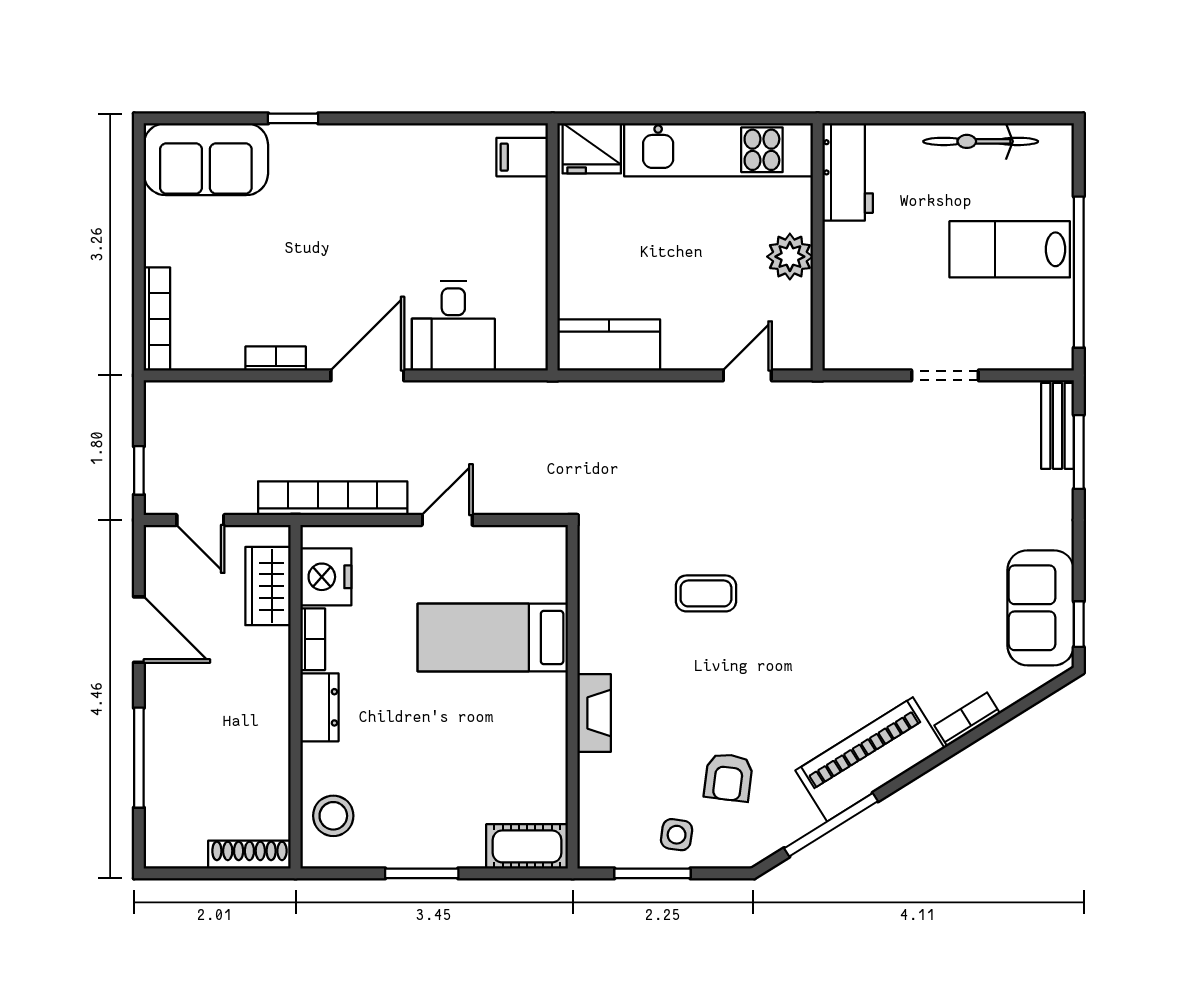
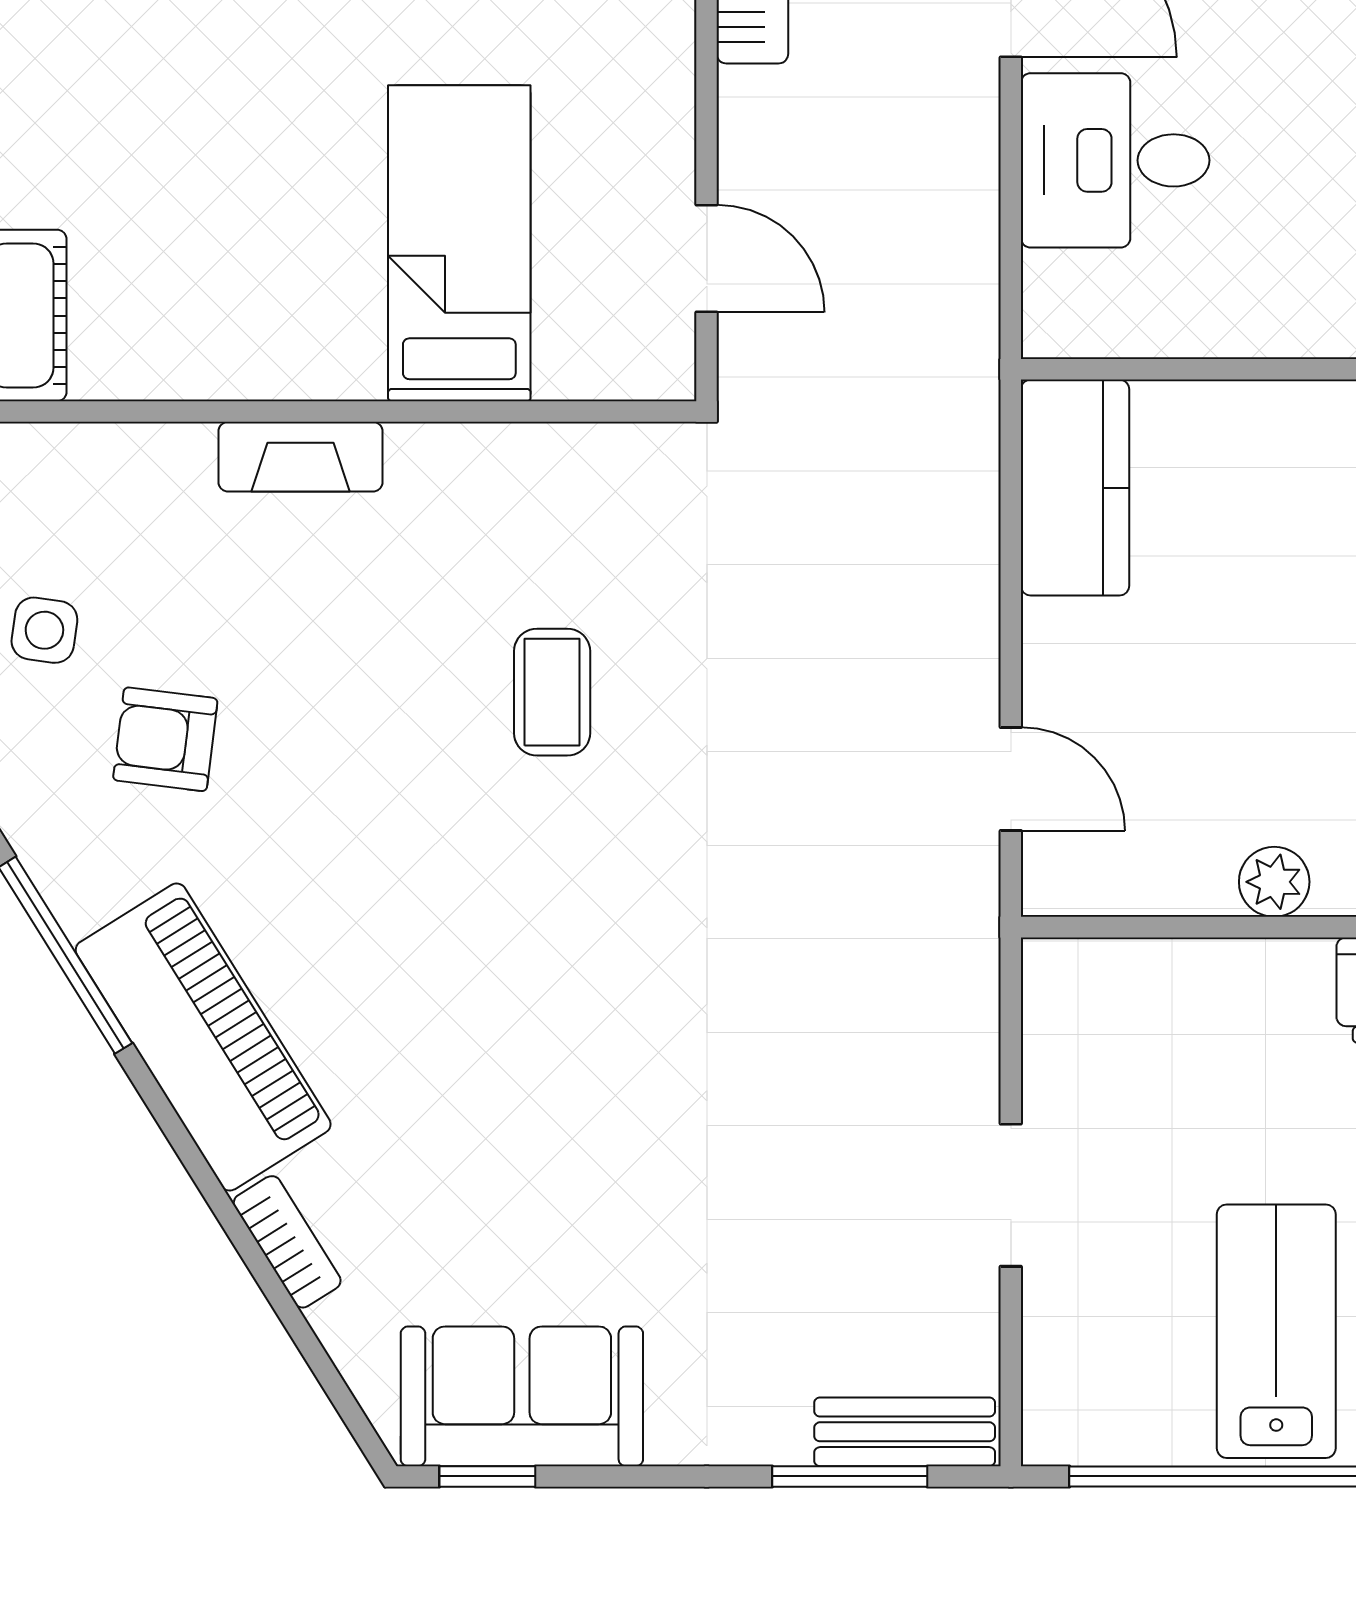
plant: (790, 257) -> (1274, 882), width x0.73, depth x0.73
door: (447, 520) -> (707, 259), moved

